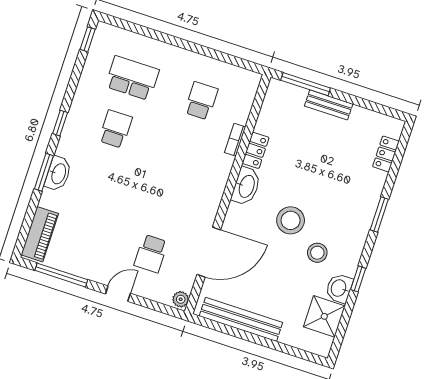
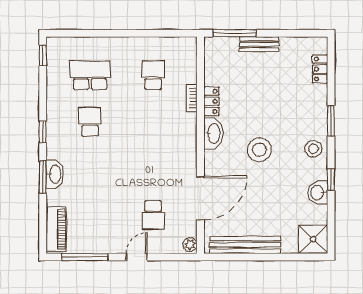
stool: (317, 253) -> (313, 149), moved
shower: (324, 316) -> (313, 239), moved

